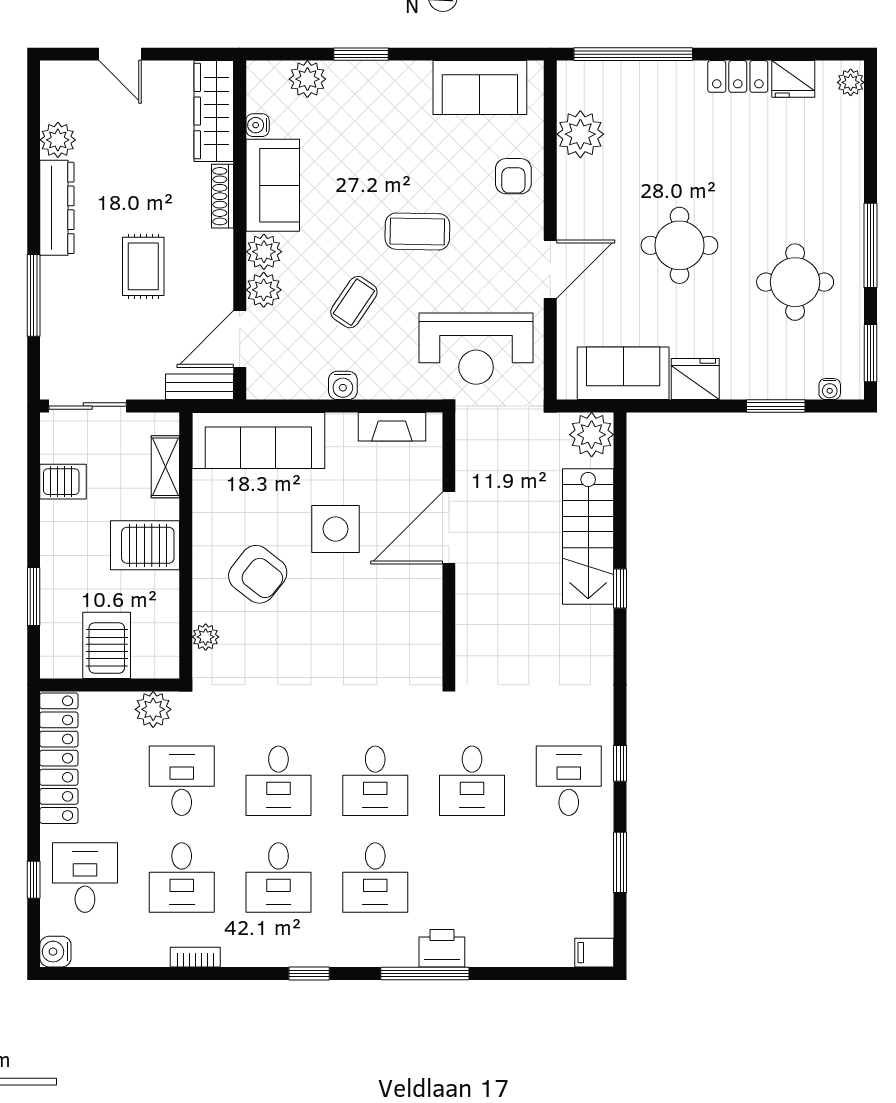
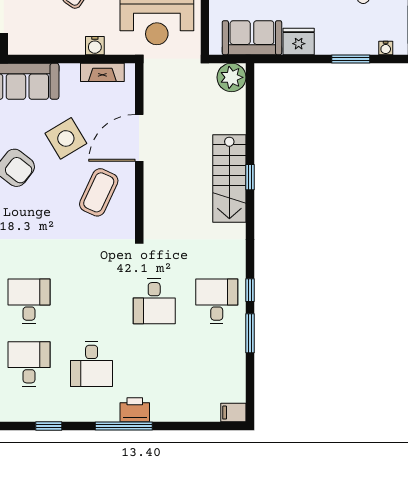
water cooler: (343, 385) -> (95, 46), moved
side table: (336, 529) -> (66, 138), turned -31
stairs: (588, 536) -> (229, 179), moved
coffee table: (386, 612) -> (99, 192), added
desk: (278, 781) -> (29, 301), turned 180
desk: (375, 781) -> (92, 301), removed
window: (620, 862) -> (250, 333), moved
desk: (278, 878) -> (29, 364), turned 180

